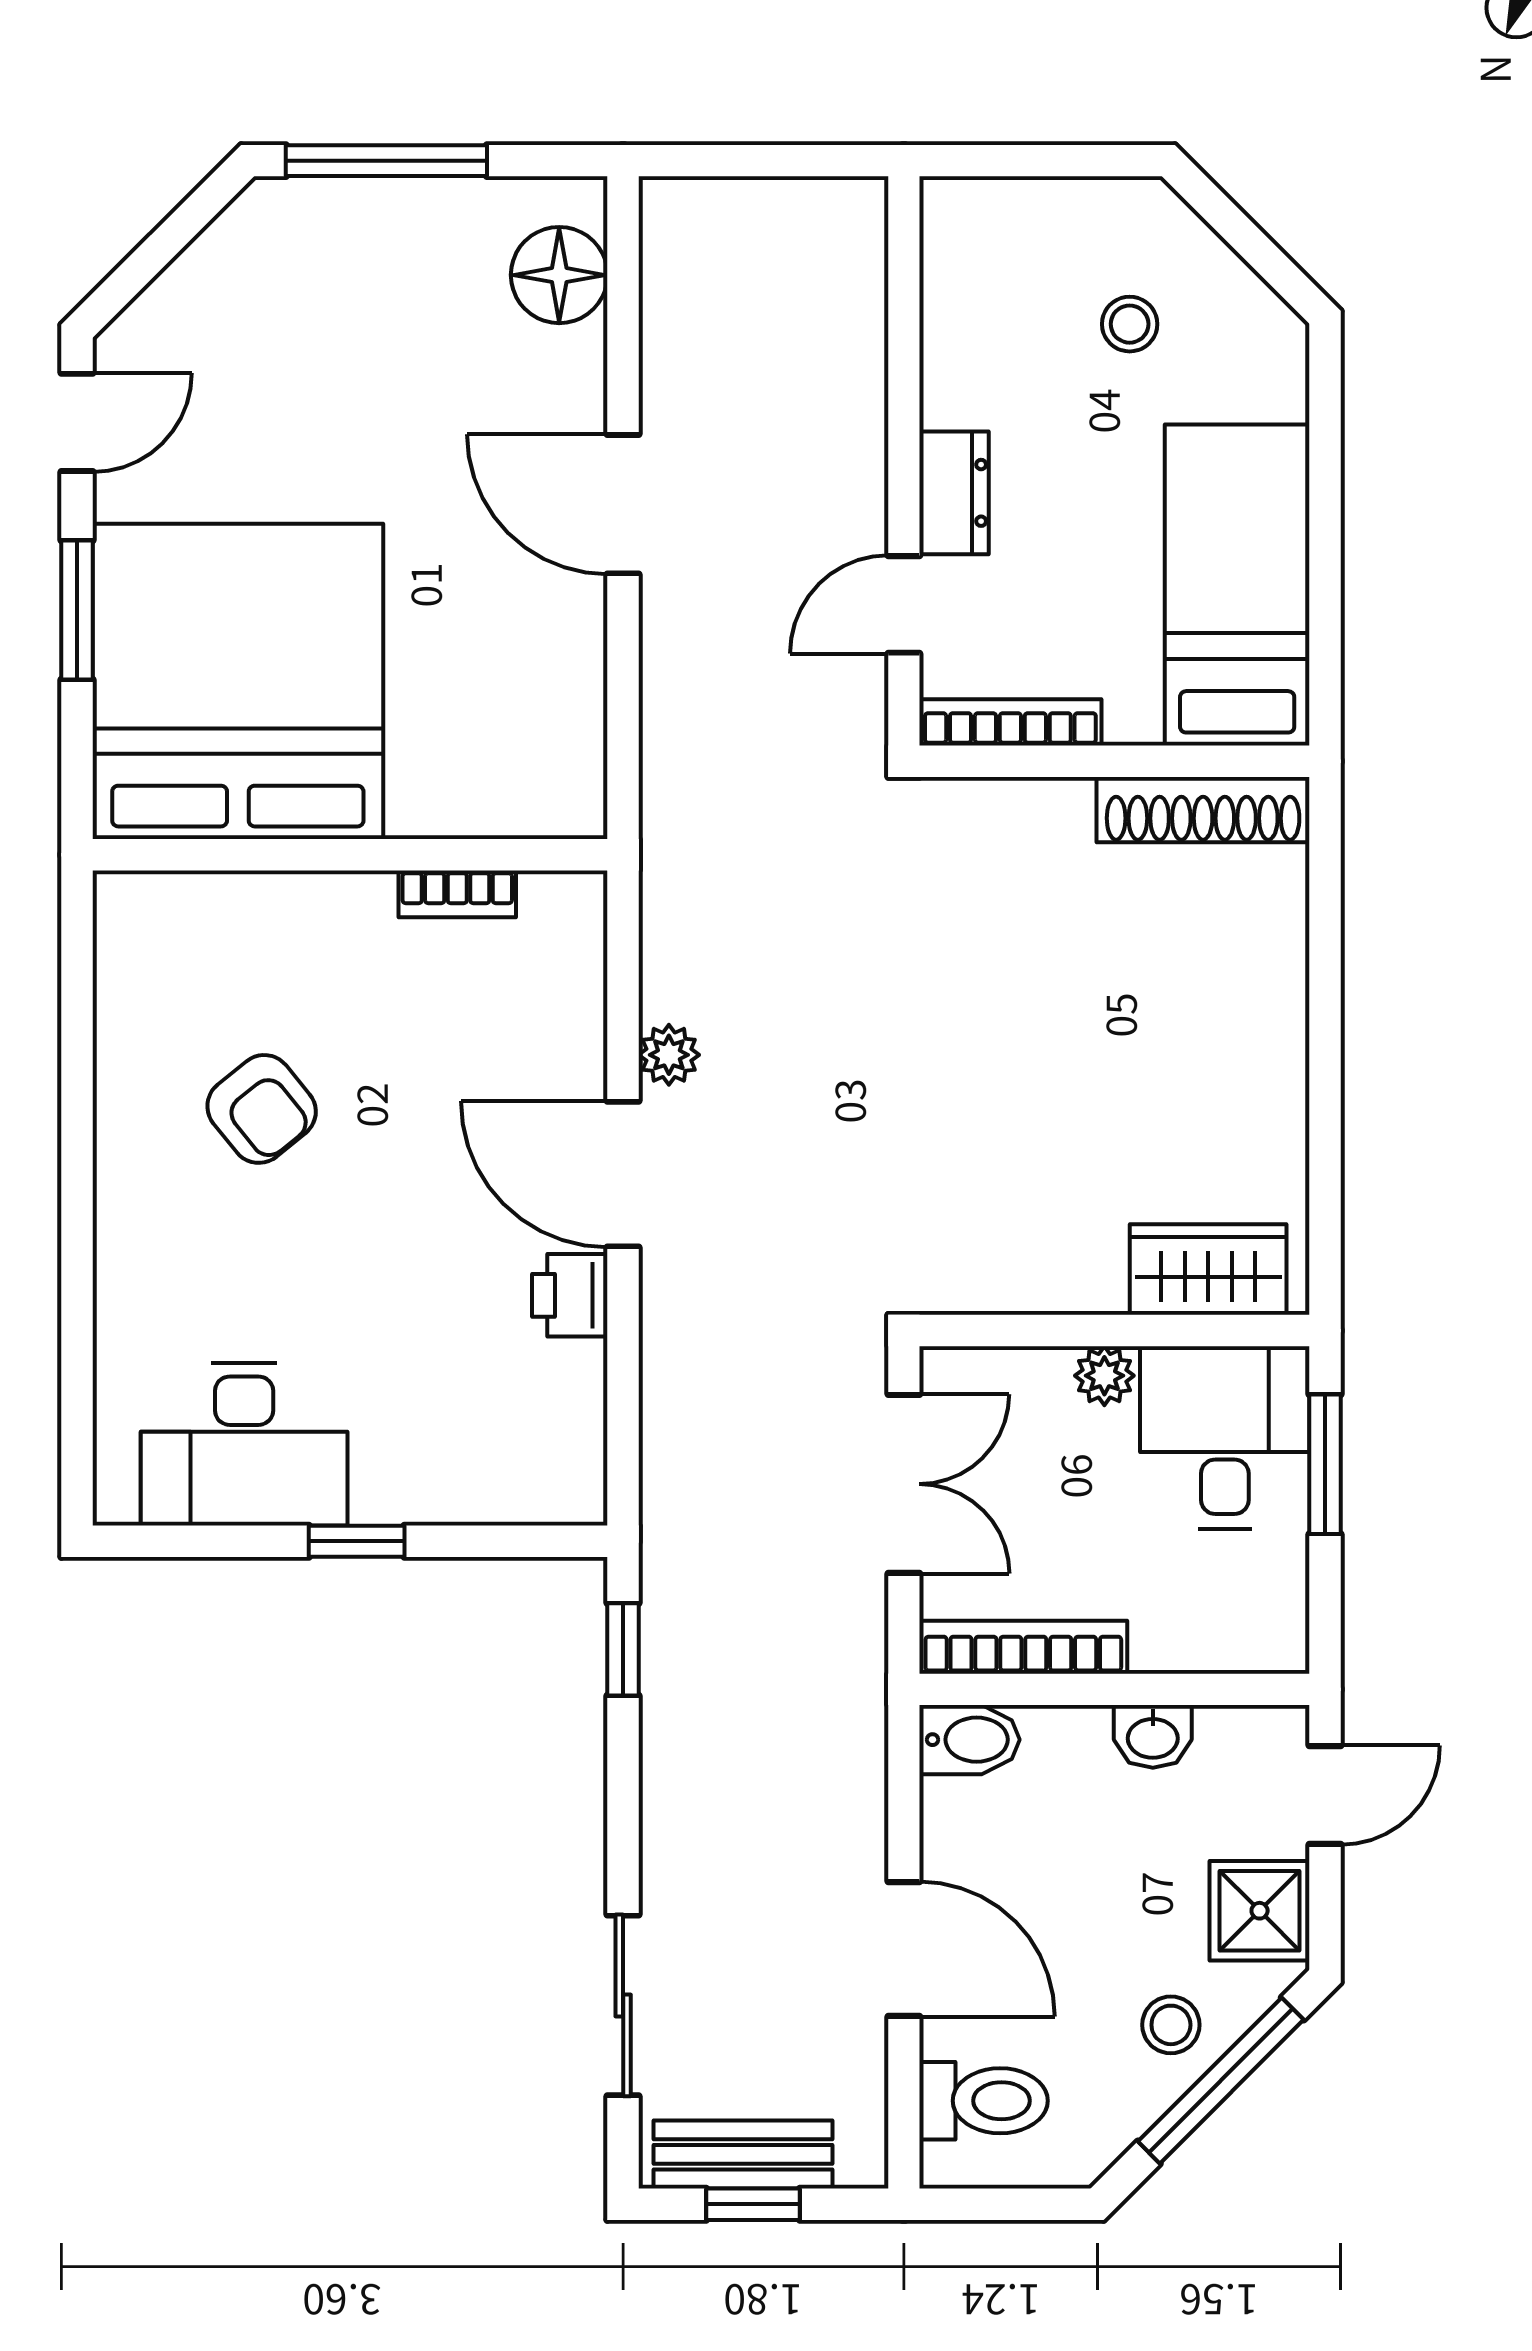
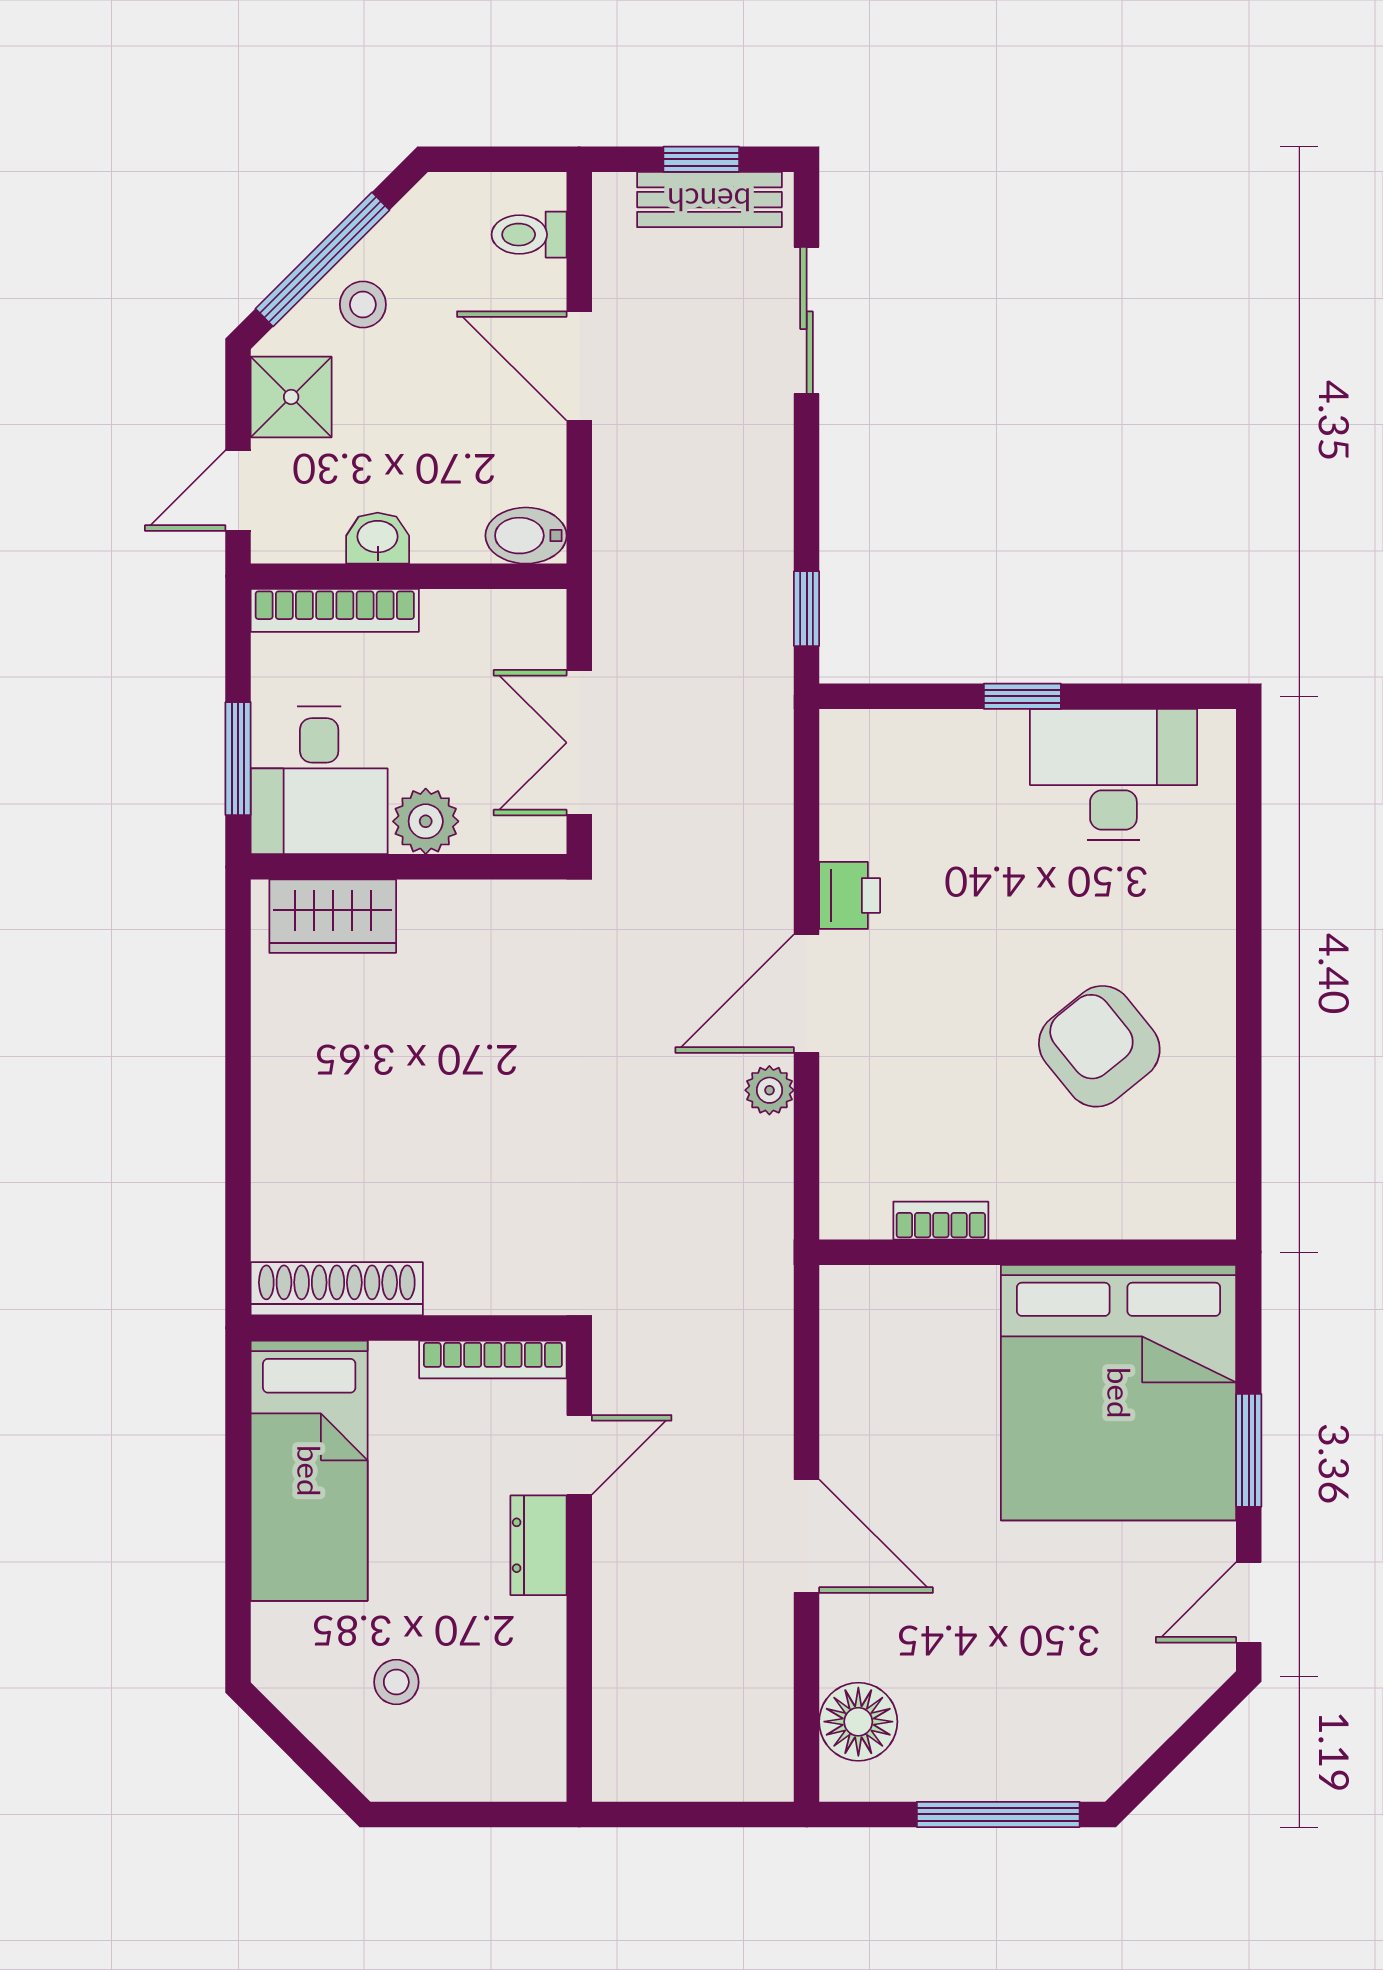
armchair: (262, 1109) -> (1099, 1046), width x1.38, depth x1.38
door: (623, 1174) -> (807, 994), swing flipped
plant: (1104, 1376) -> (426, 821), width x1.38, depth x1.38
bookcase: (1023, 1647) -> (335, 610), moved
toilet: (984, 2101) -> (529, 235), width x0.73, depth x0.72

